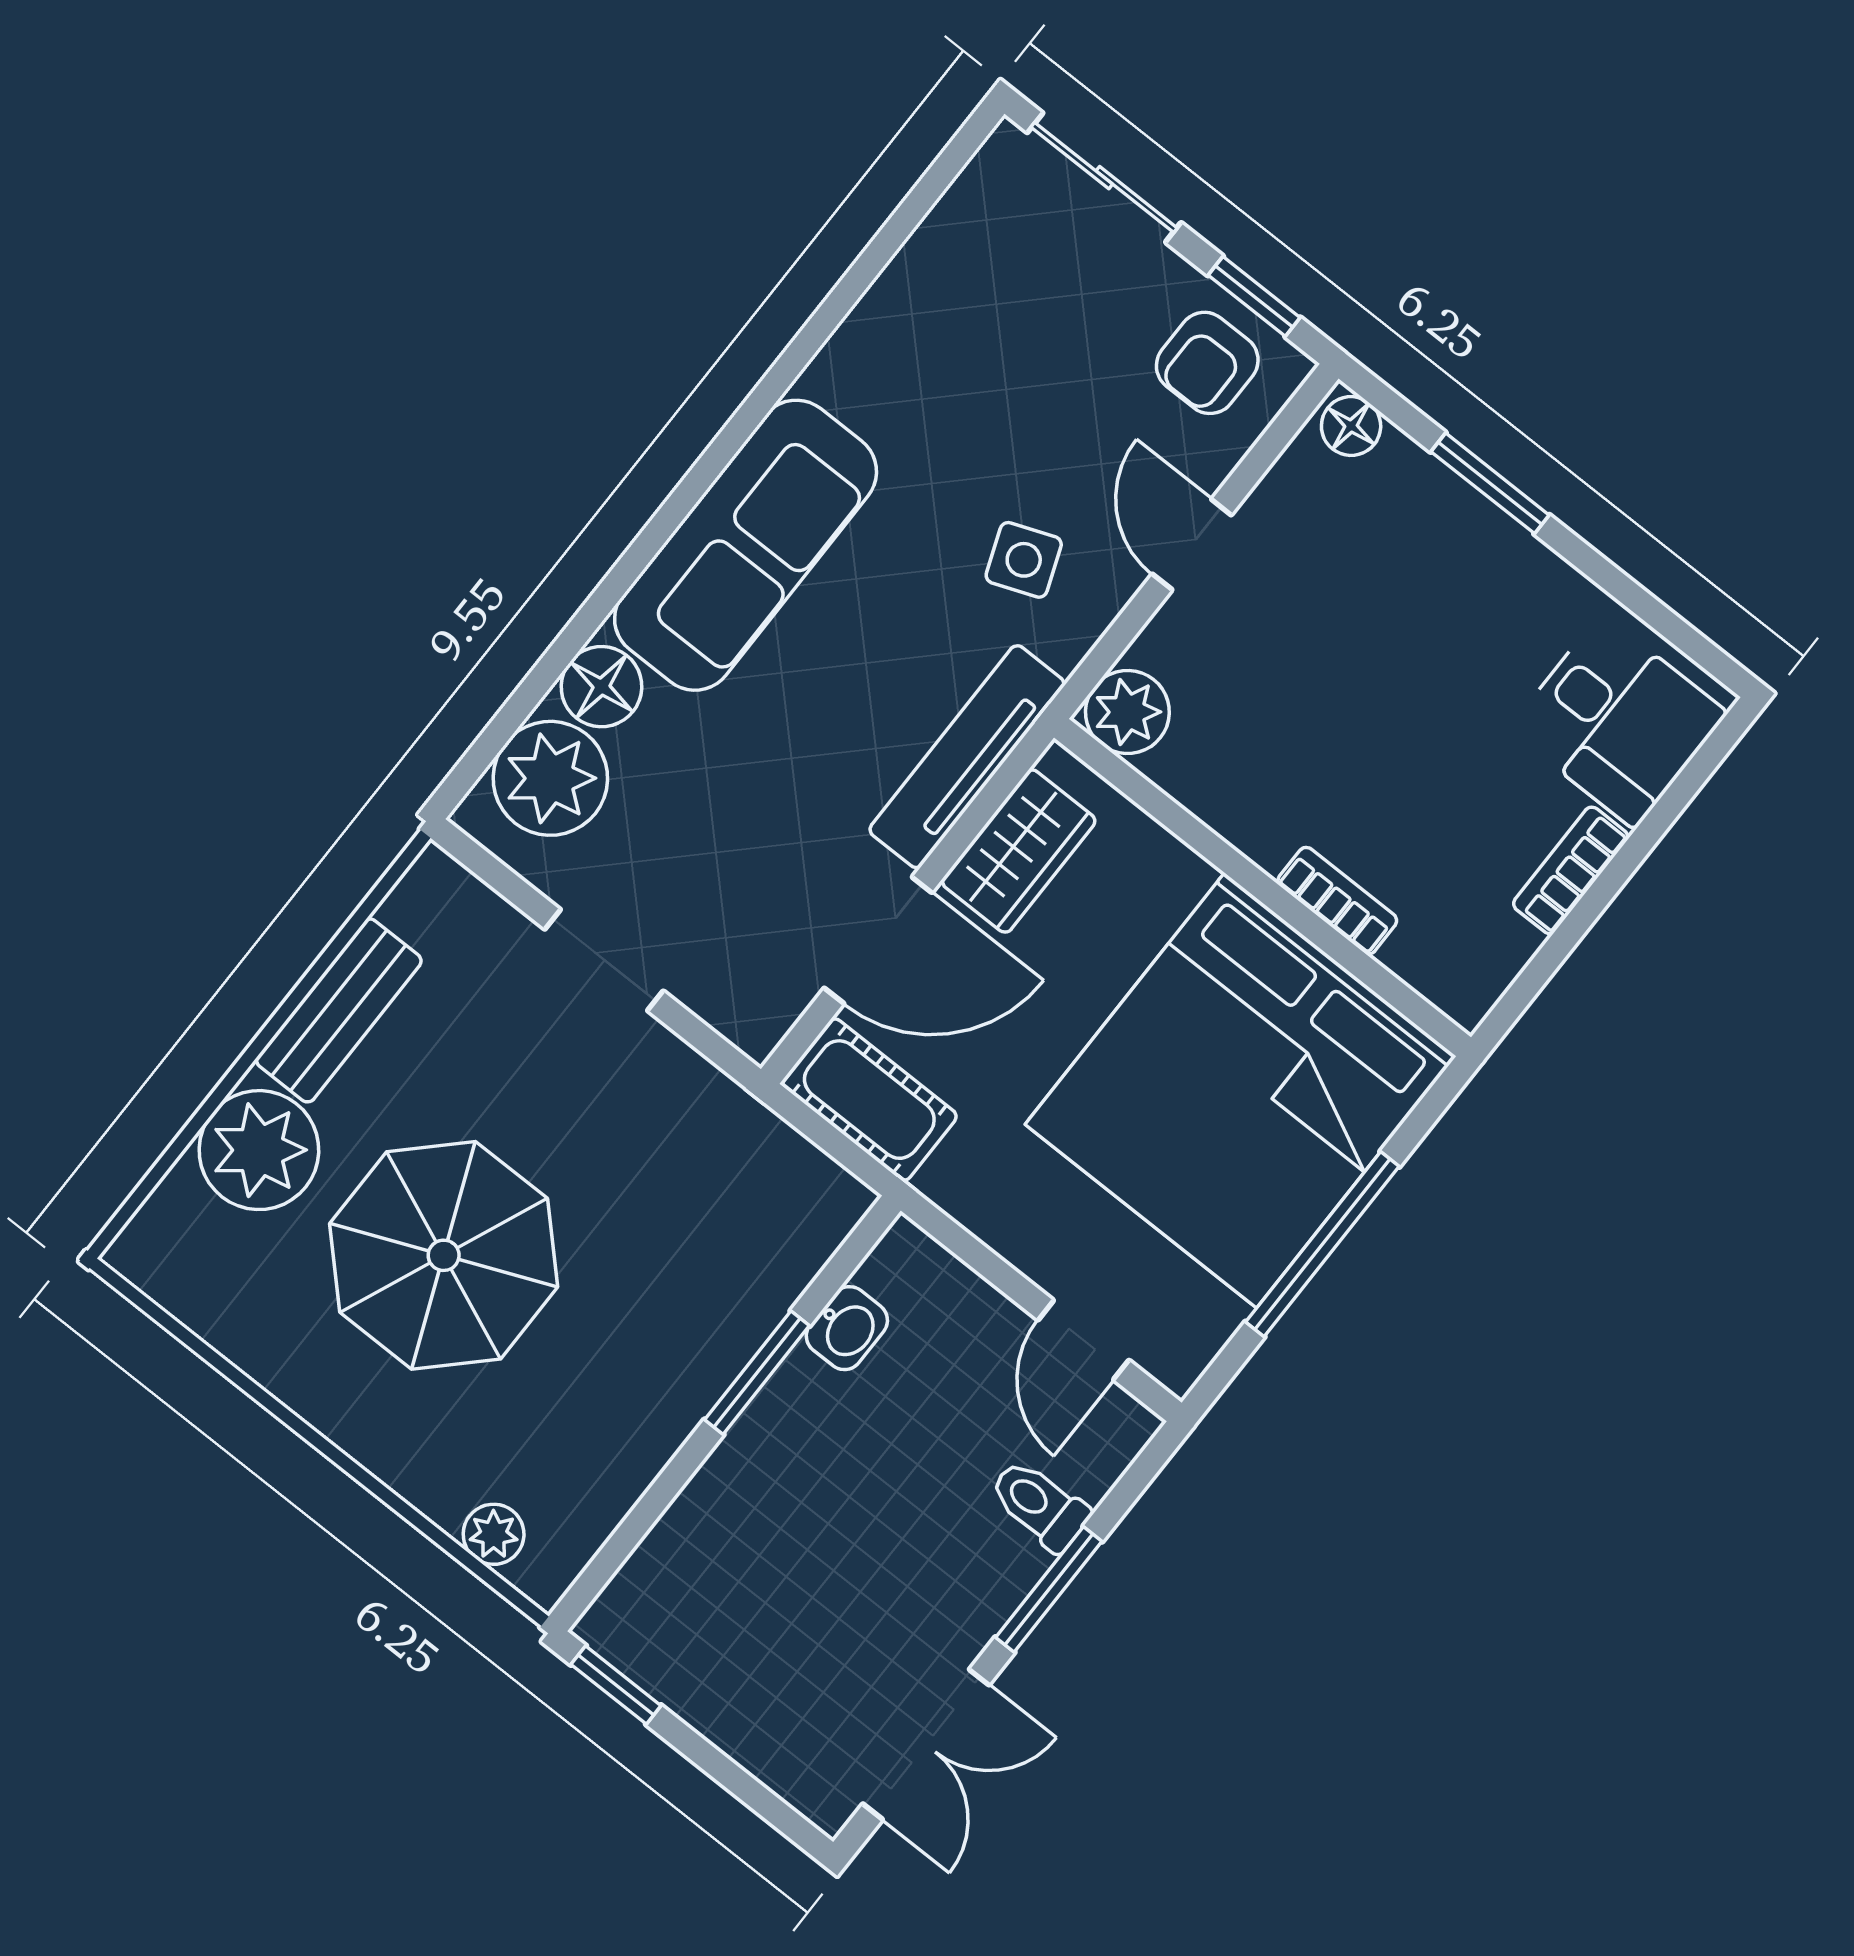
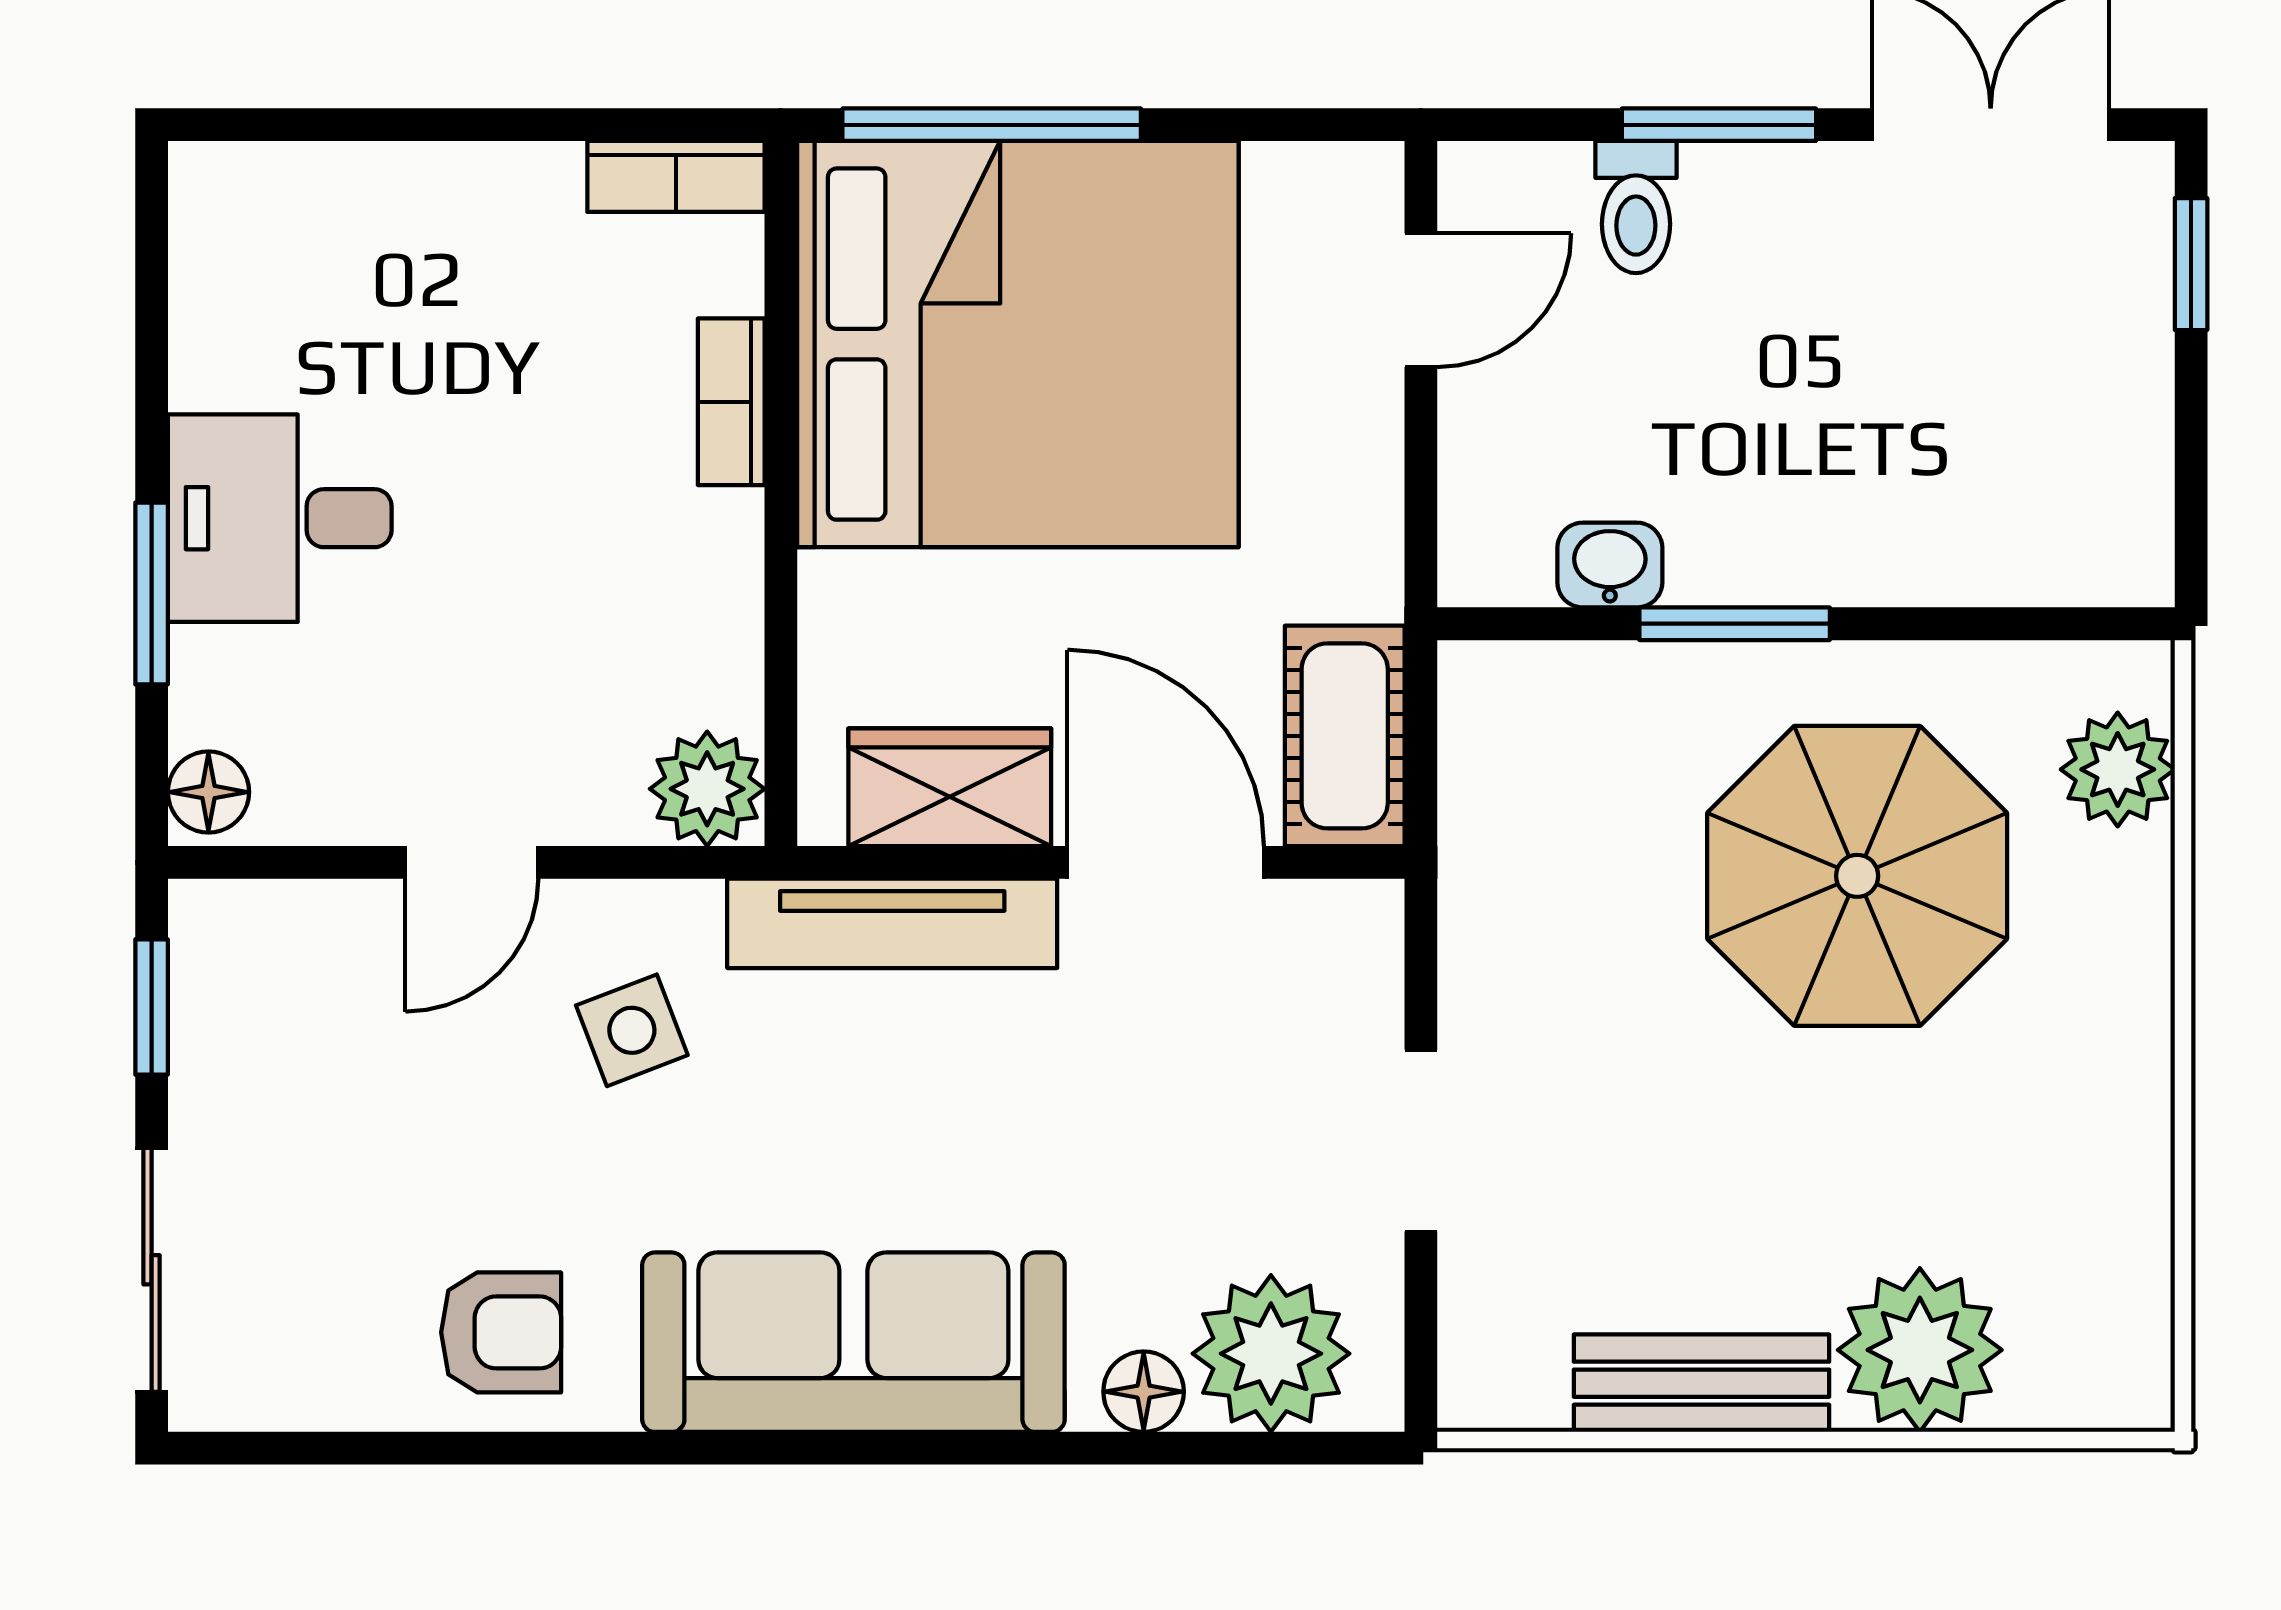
armchair: (1207, 363) -> (501, 1332), moved
floor lamp: (601, 687) -> (1144, 1392), width x0.73, depth x0.73
desk: (1618, 721) -> (280, 518), moved, turned -90
bookcase: (1571, 870) -> (676, 176), moved
window: (1322, 1244) -> (992, 125), moved
parasol: (444, 1255) -> (1857, 876), moved
plant: (494, 1534) -> (2118, 769), width x1.38, depth x1.38
window: (616, 1685) -> (2191, 264), moved

